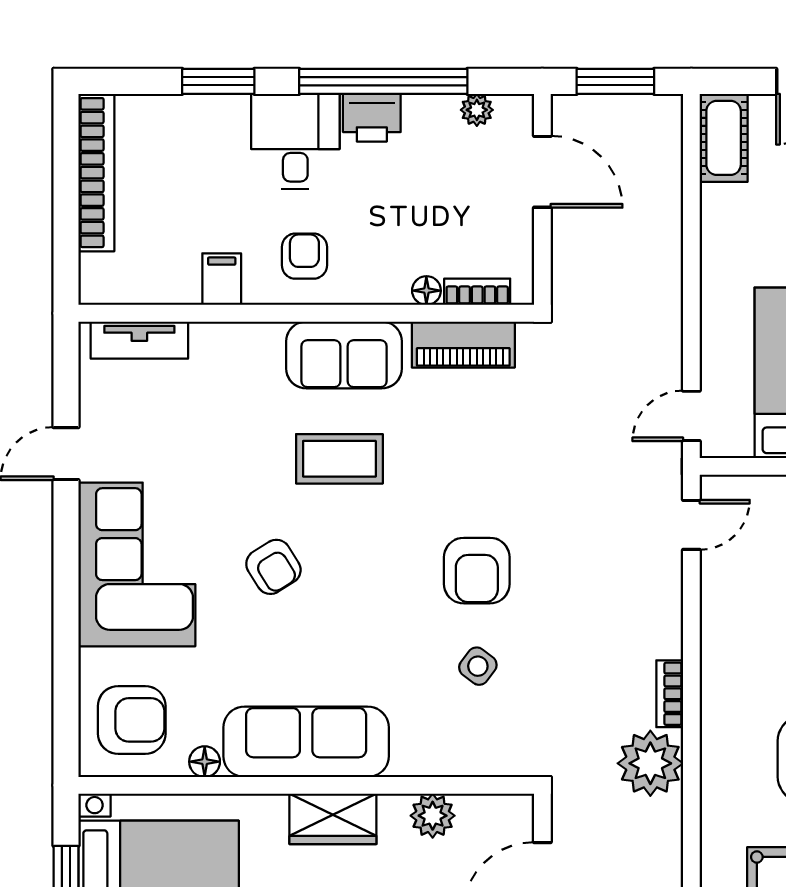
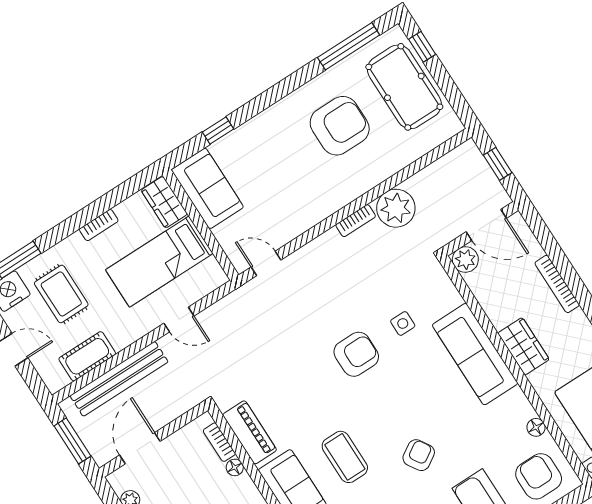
cot: (724, 138) -> (87, 356), moved
bench: (662, 206) -> (119, 379), added
door: (691, 416) -> (179, 320), moved
side table: (478, 666) -> (403, 323), turned -37
sofa: (306, 742) -> (475, 354), moved
plant: (433, 816) -> (465, 260), moved

